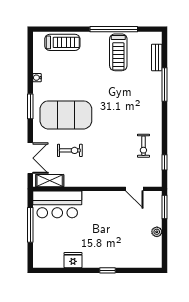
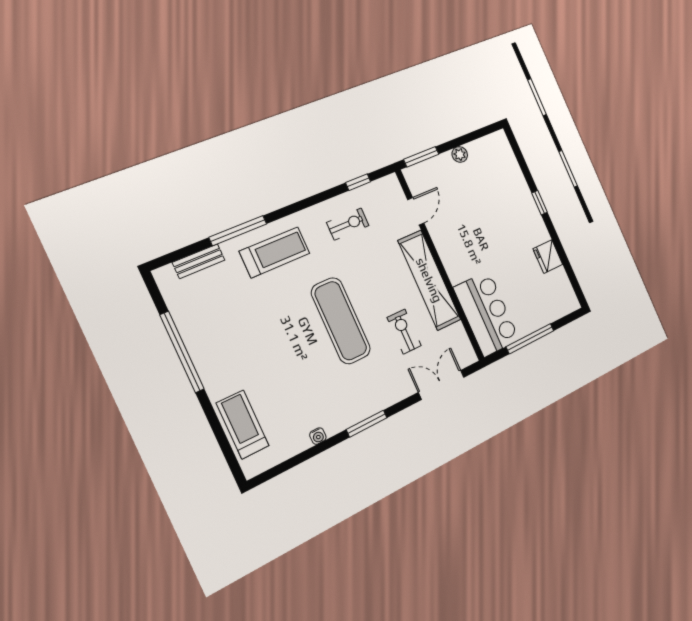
treadmill: (118, 52) -> (275, 252), moved
exercise mat: (66, 115) -> (341, 321), moved, width x0.68
shelving: (50, 181) -> (429, 280), moved, width x2.20, depth x1.33

